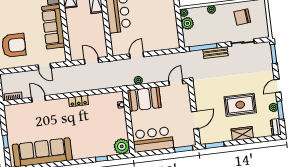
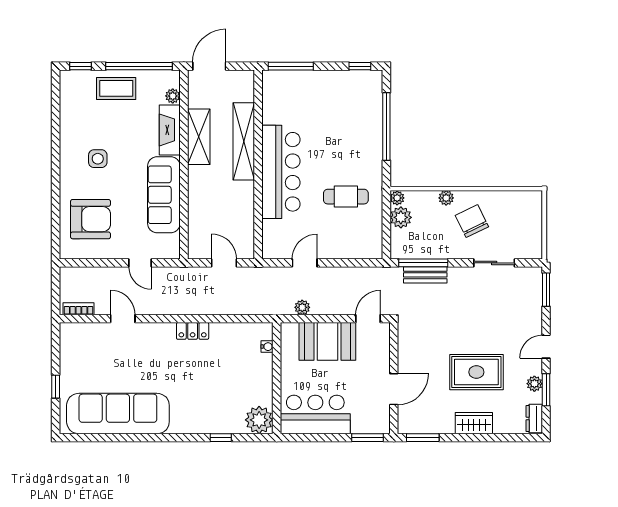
side table: (14, 11) -> (98, 159), added
cafe table: (155, 15) -> (346, 197), added
chair: (242, 17) -> (472, 221), moved, turned 70
bench: (215, 53) -> (425, 275), moved
booth: (144, 99) -> (327, 341), moved

